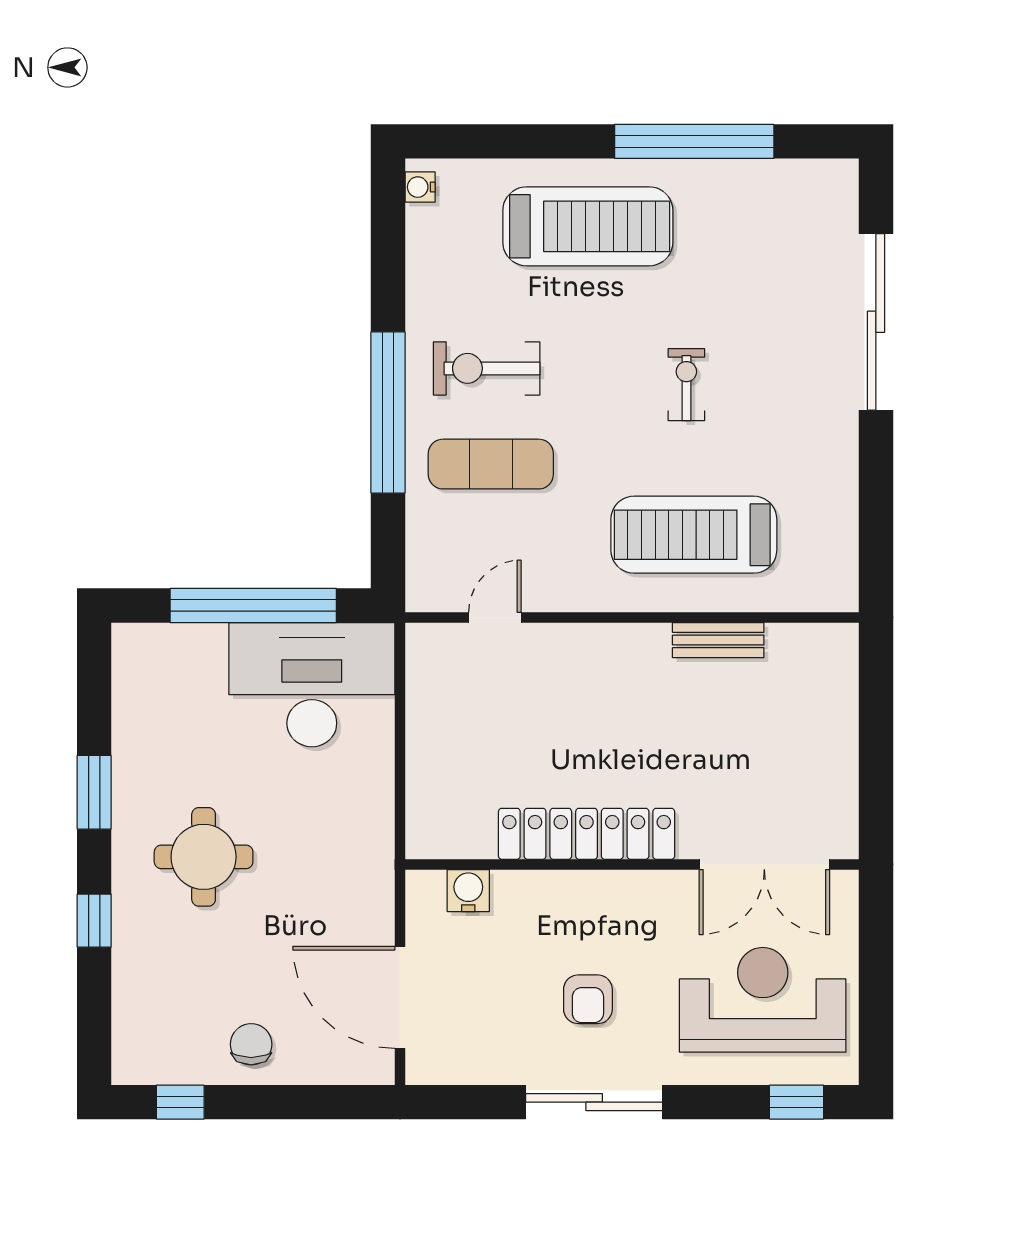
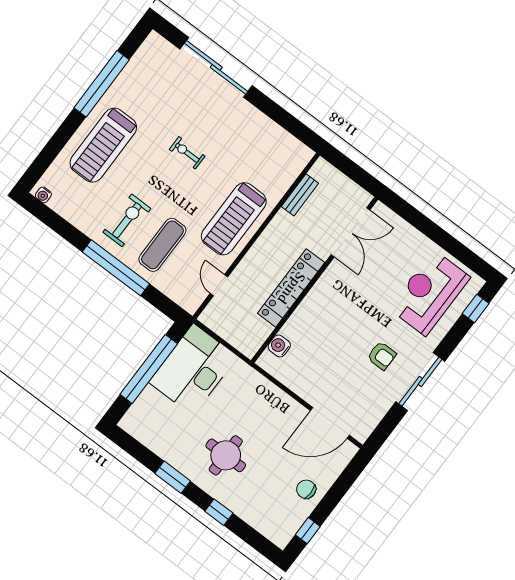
treadmill: (588, 226) -> (103, 145), turned 180
exercise bike: (487, 368) -> (127, 220), turned 180
treadmill: (694, 535) -> (234, 219), moved
bench: (718, 640) -> (300, 195), moved
locker: (587, 834) -> (291, 288), moved
wall: (632, 864) -> (314, 280), moved
double door: (764, 864) -> (351, 232), moved
water cooler: (468, 891) -> (279, 346), moved

